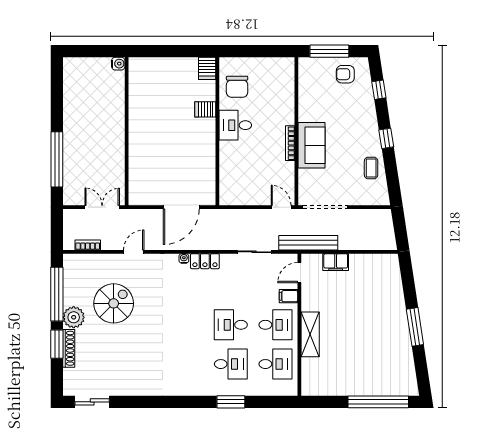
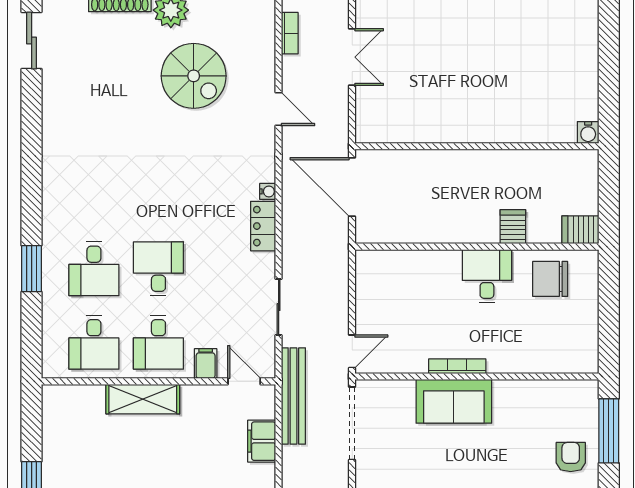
water cooler: (118, 64) -> (588, 132), moved
wall: (127, 131) -> (477, 146), moved

